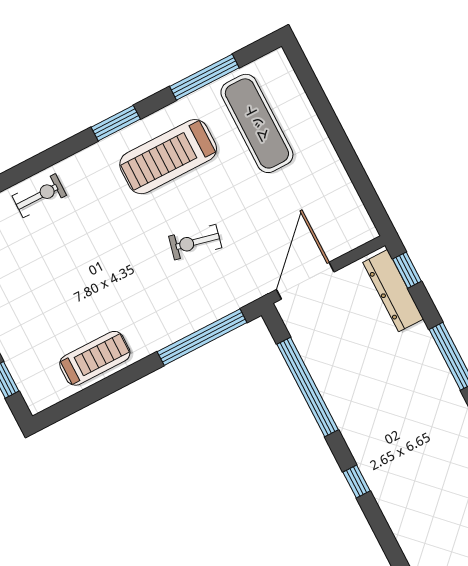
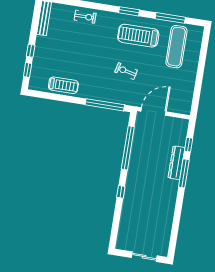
window: (407, 270) -> (189, 145), moved
dresser: (393, 291) -> (176, 163), moved

